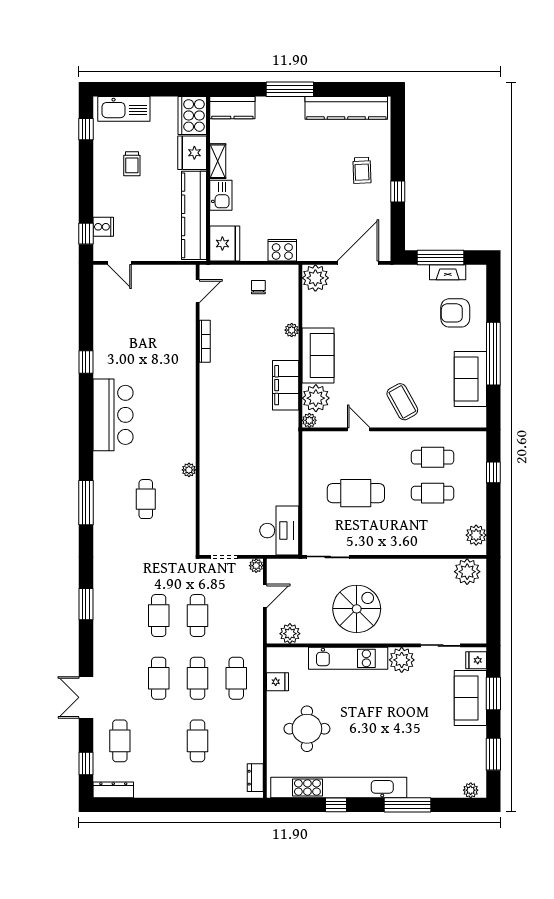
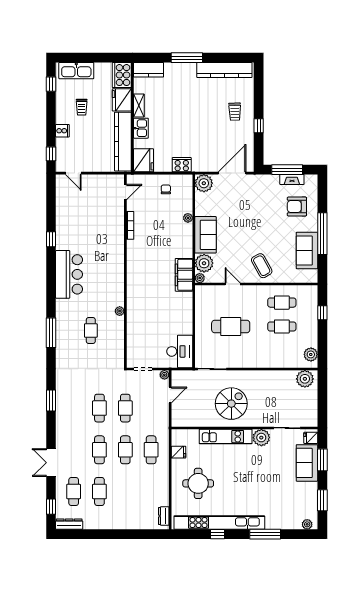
cooker: (103, 227) -> (62, 131), moved
filing cabinet: (286, 385) -> (184, 275), moved
plant: (290, 634) -> (187, 420), removed
cafe table: (197, 741) -> (99, 491), moved

